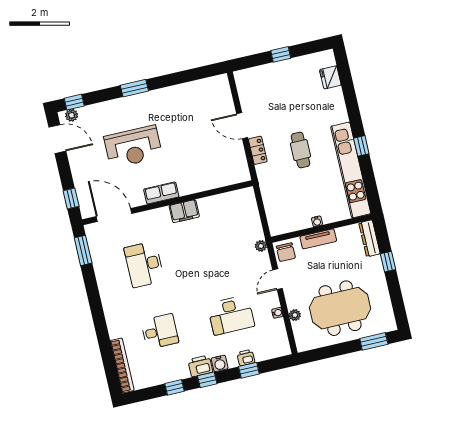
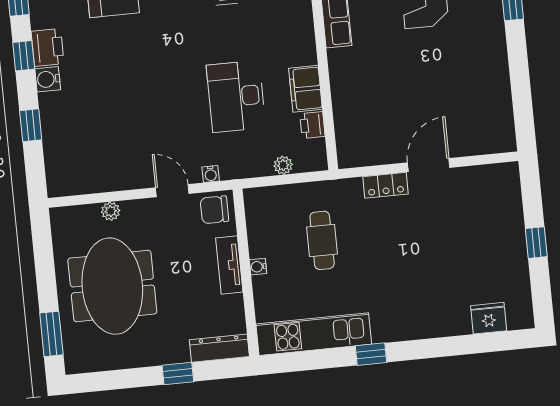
cafe table: (300, 150) -> (322, 240), moved, turned 90
kitchen unit: (351, 170) -> (314, 334), width x0.73
filing cabinet: (184, 211) -> (306, 89), moved
plant: (261, 246) -> (283, 165), moved
water cooler: (277, 313) -> (211, 174), moved
desk: (231, 315) -> (236, 96), moved
printer: (246, 358) -> (312, 125), moved, turned 180

